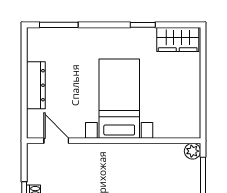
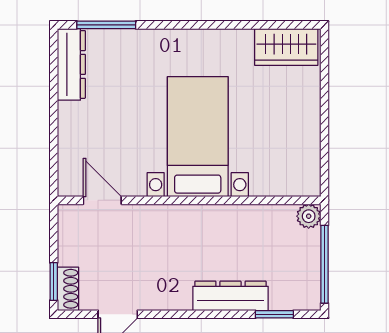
window: (143, 25) -> (233, 25), removed
dresser: (36, 85) -> (71, 64), moved

